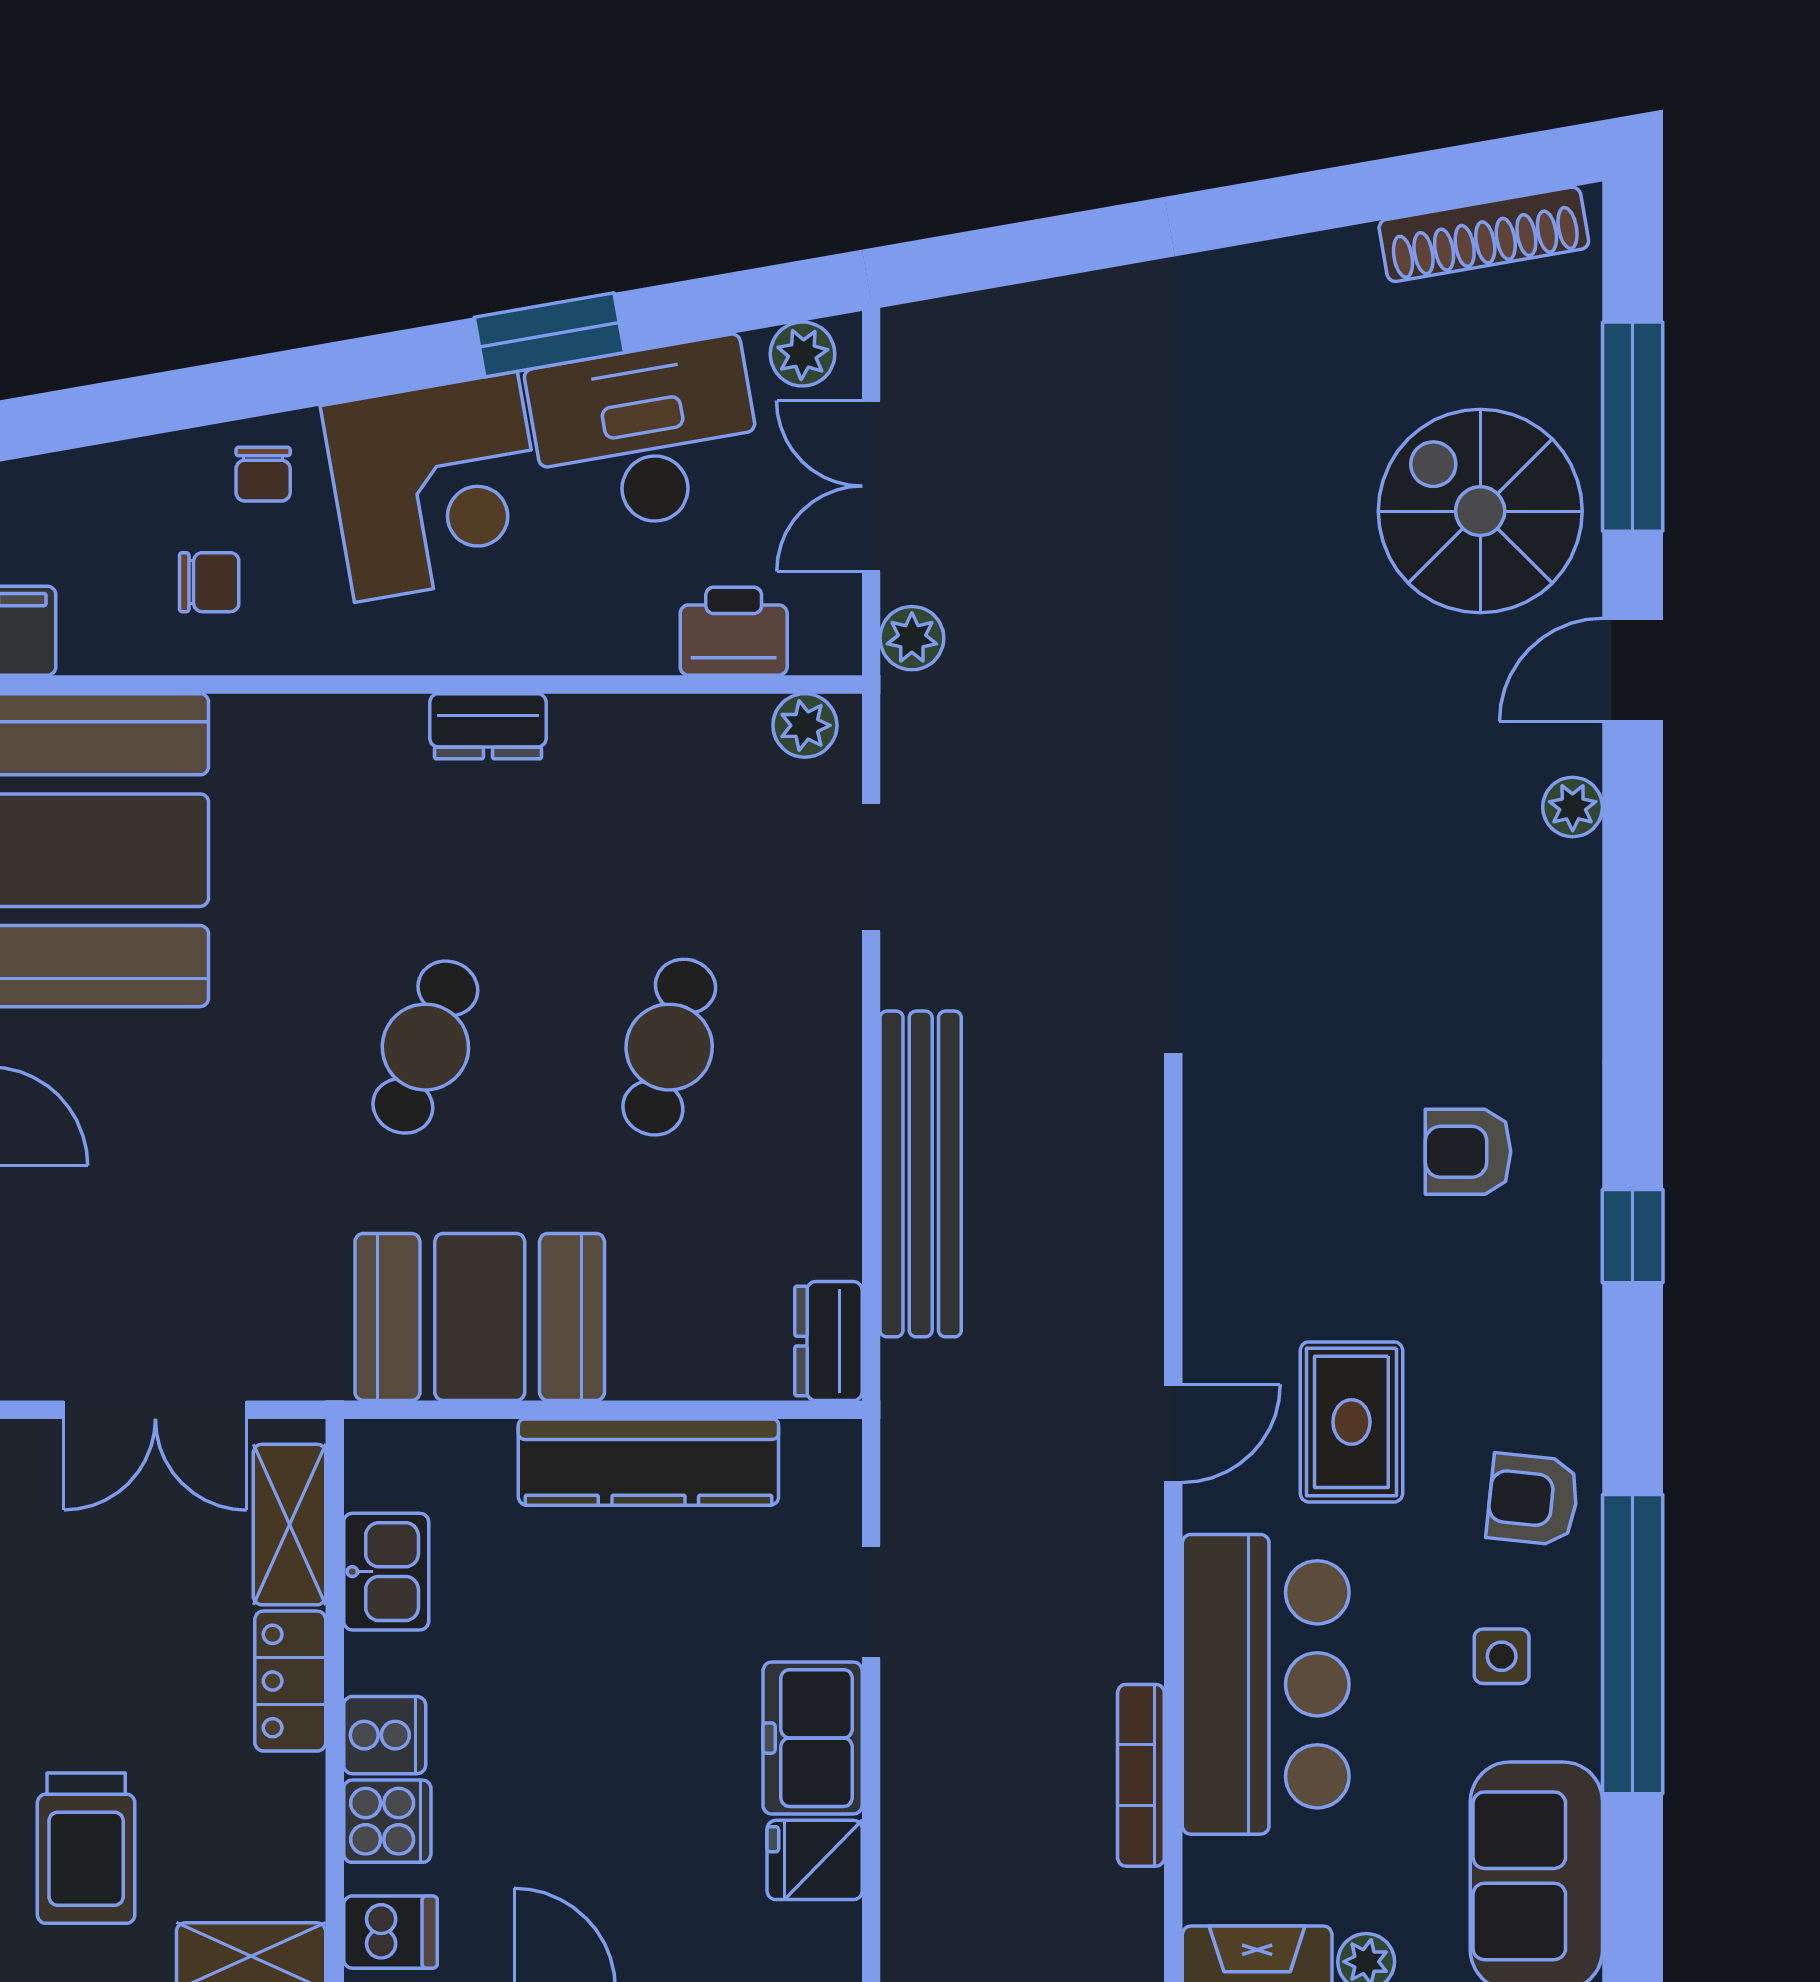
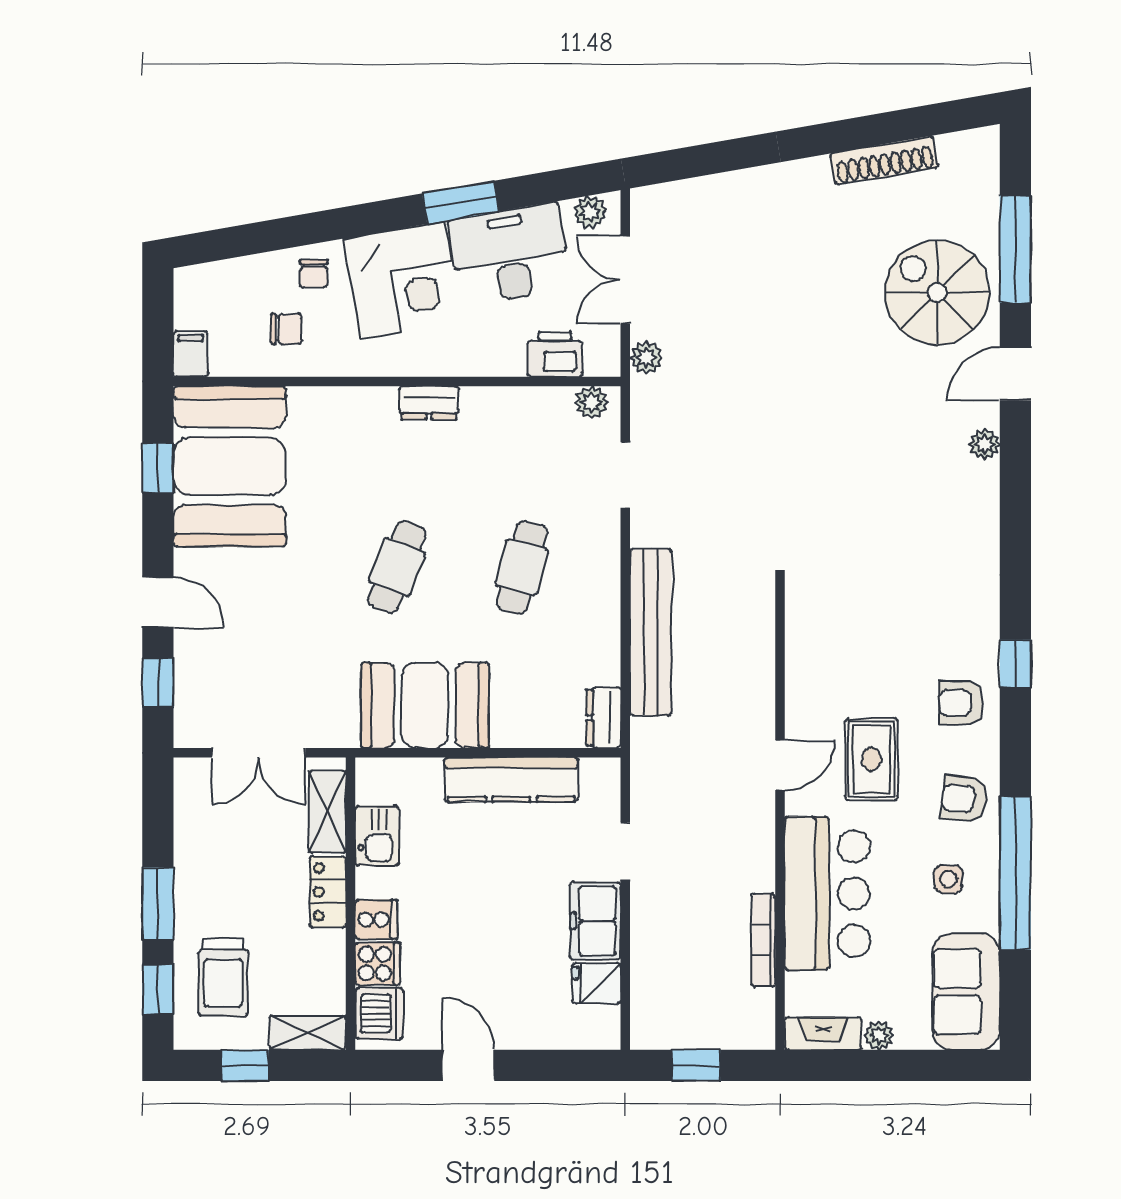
shoe rack: (1484, 234) -> (884, 160), moved
armchair: (1468, 1152) -> (961, 703), moved
dishwasher: (390, 1932) -> (379, 1013), width x1.38

